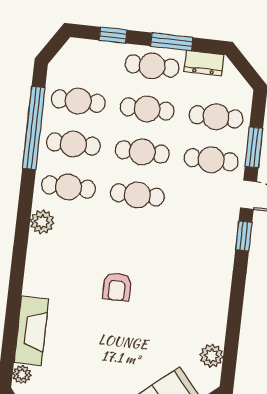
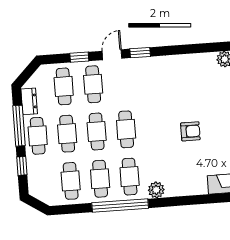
window: (172, 42) -> (19, 126), width x1.44
window: (34, 128) -> (120, 205), moved
window: (254, 147) -> (79, 57), width x0.67

